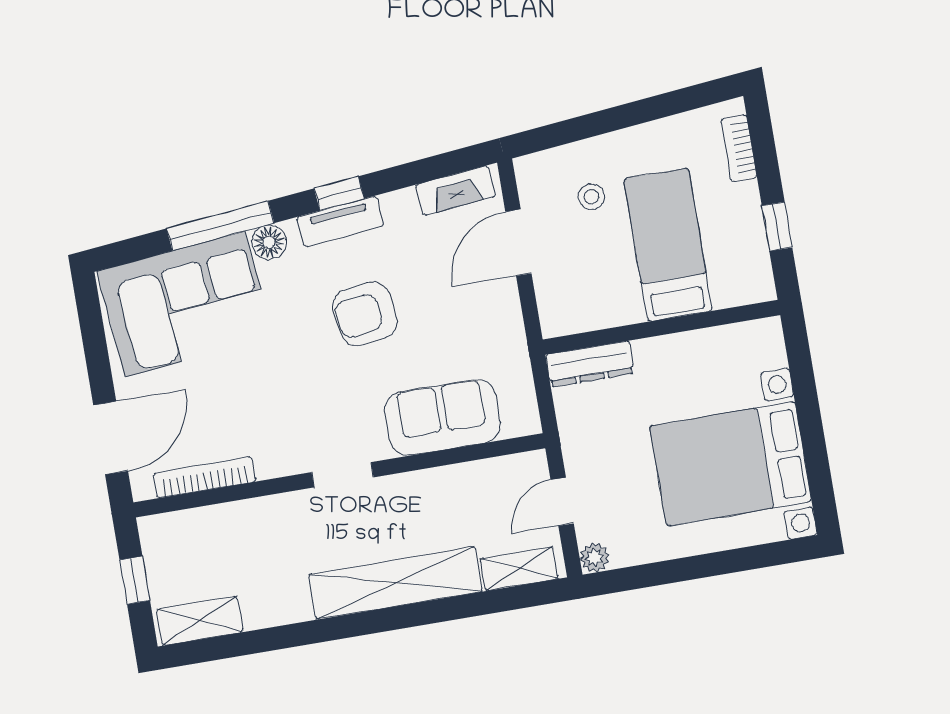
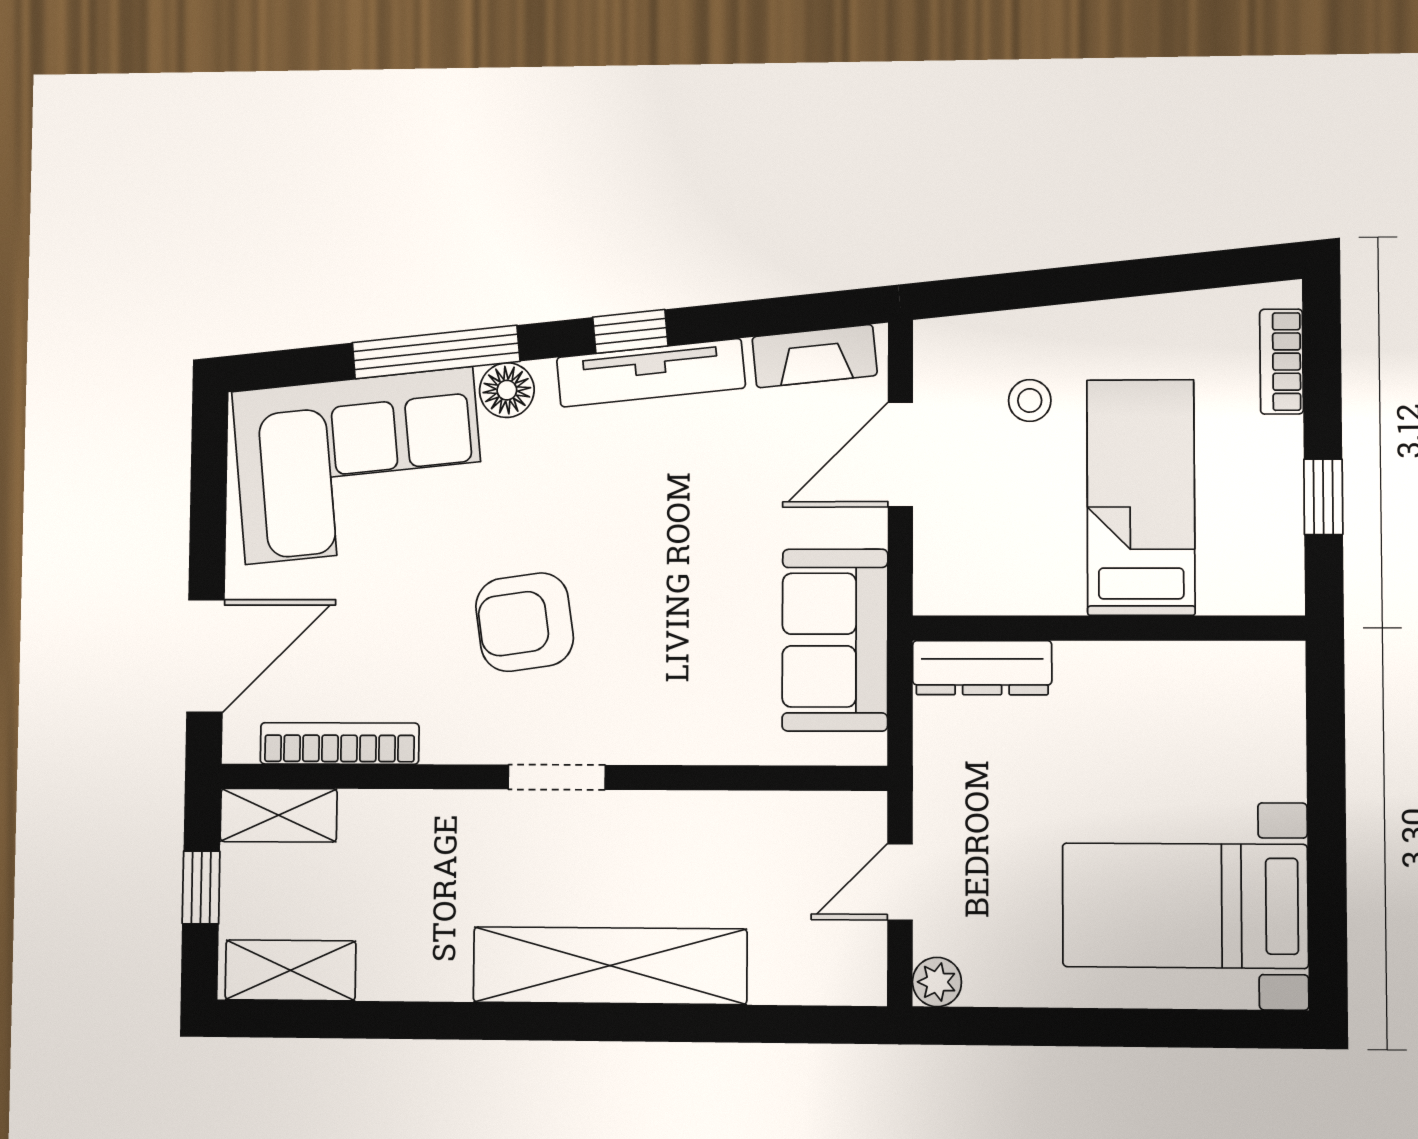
tv unit: (340, 221) -> (651, 373), width x1.41
armchair: (365, 314) -> (525, 622), moved
sofa: (442, 417) -> (835, 640), moved, turned -90
bed with nightstands: (731, 464) -> (1185, 906), width x0.73
shelving: (519, 569) -> (279, 815), moved

